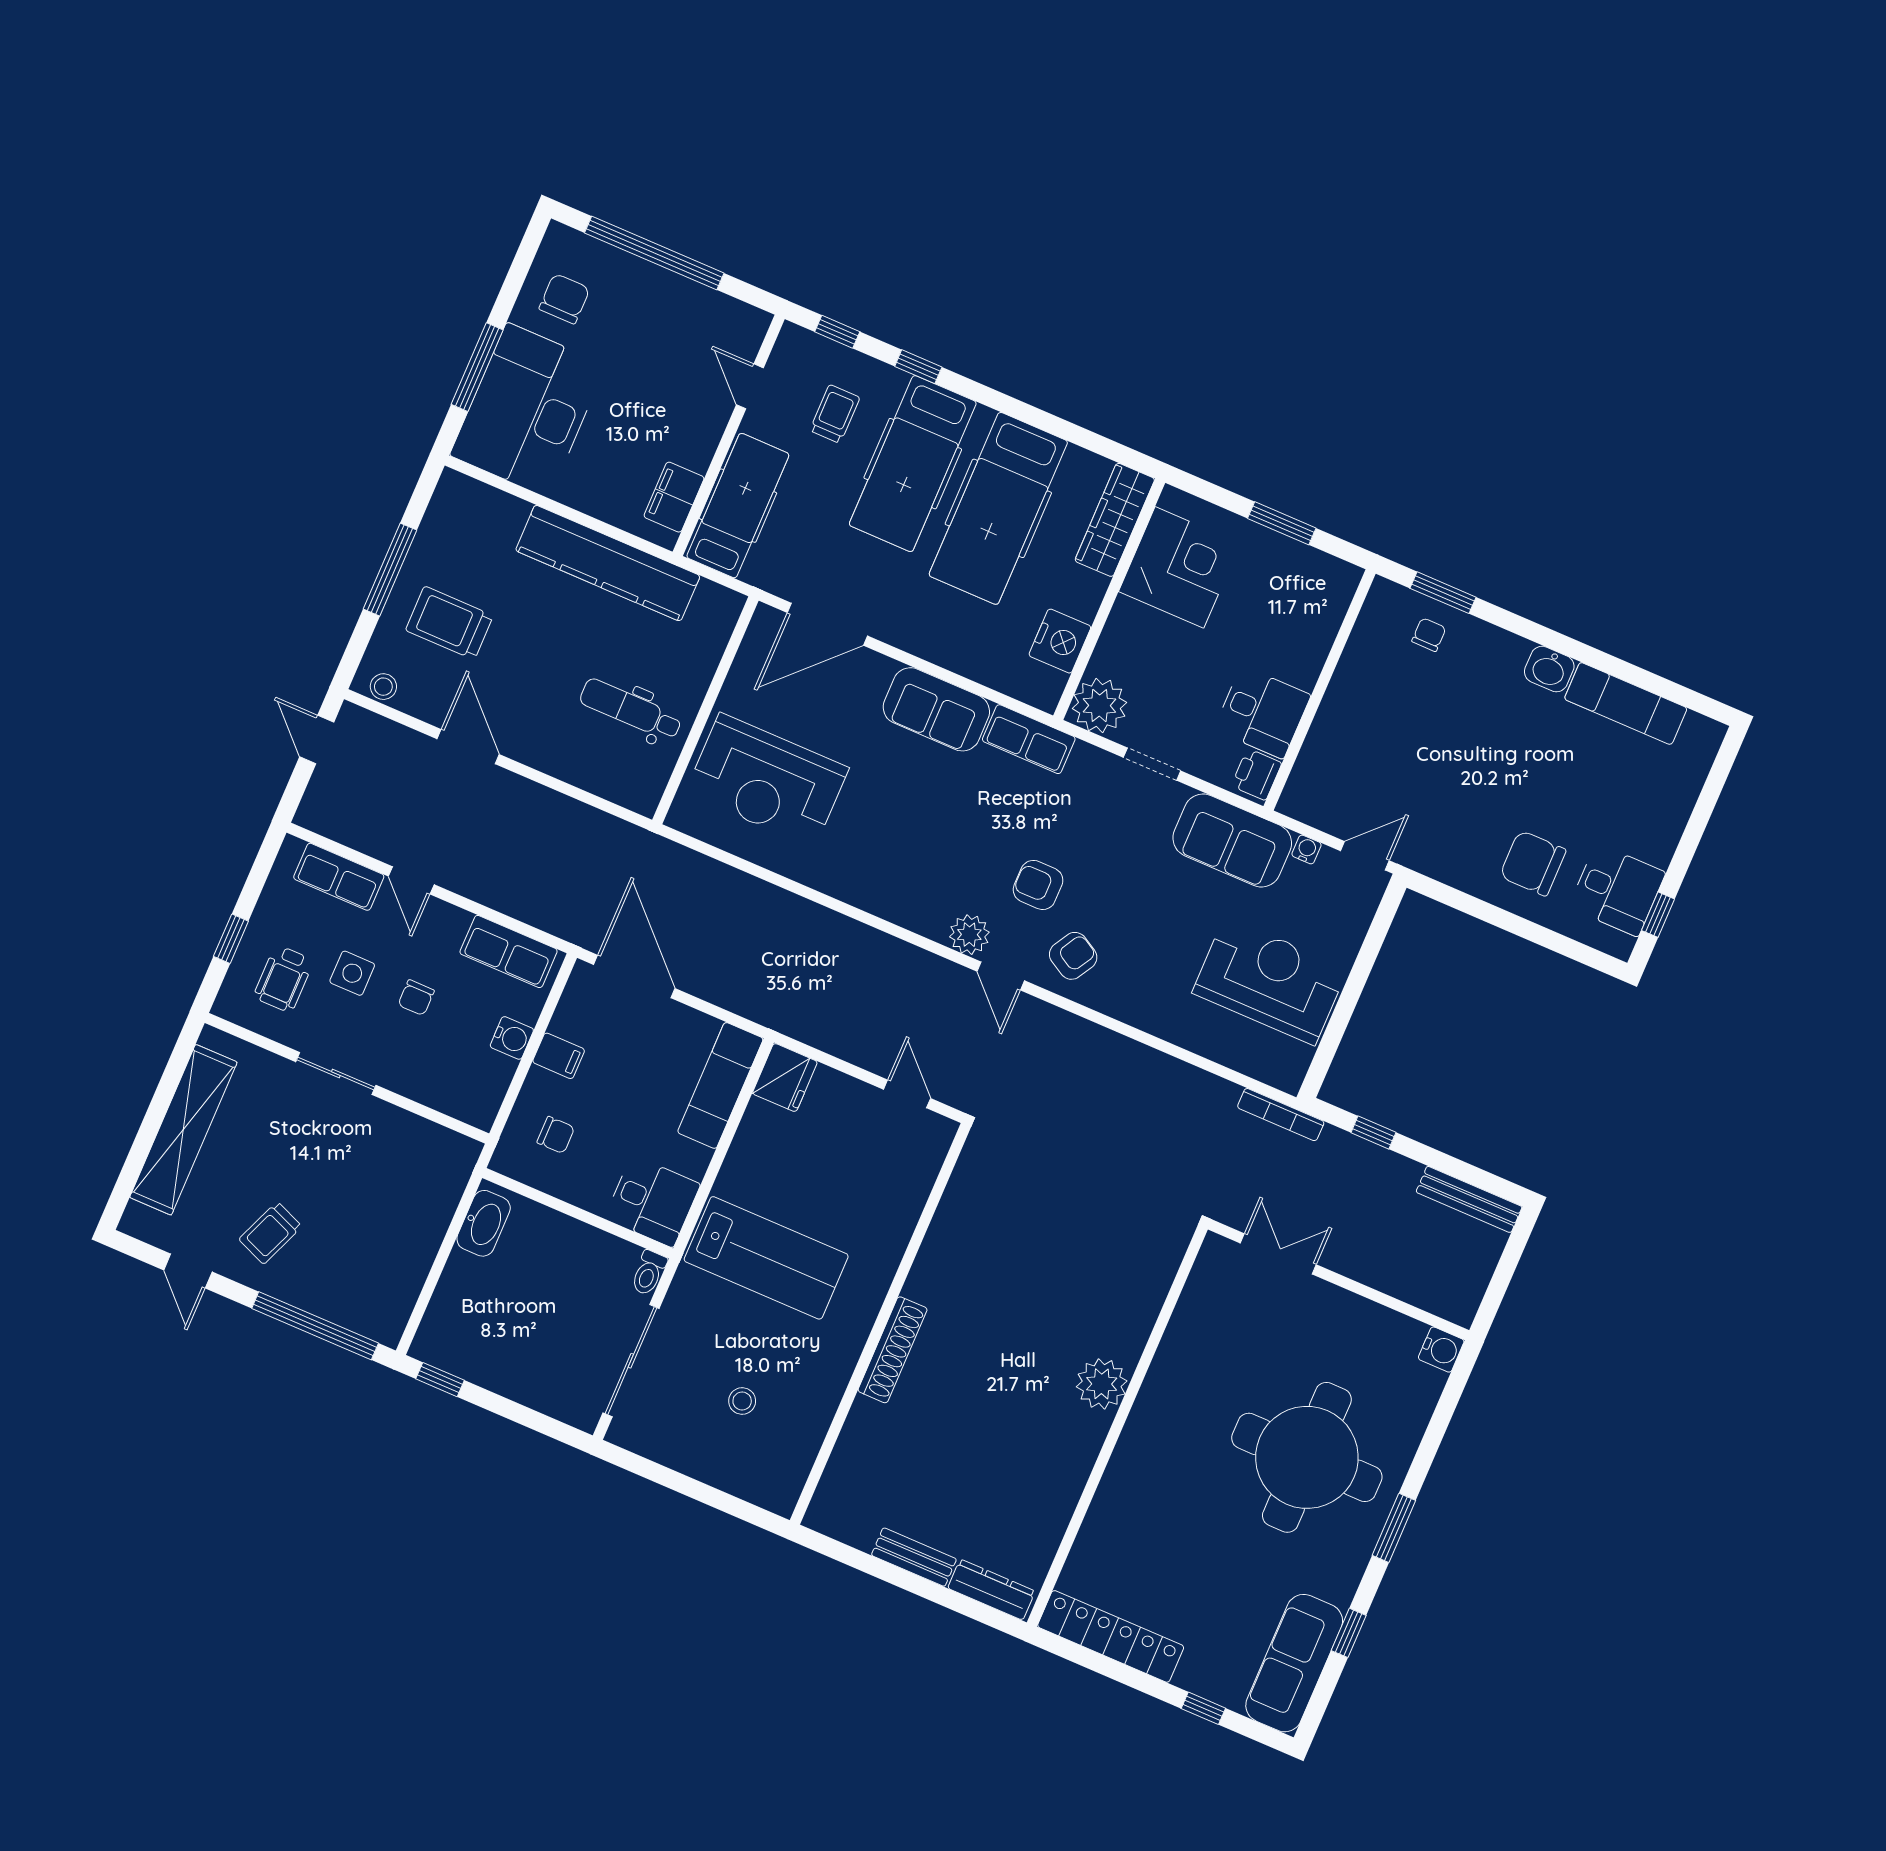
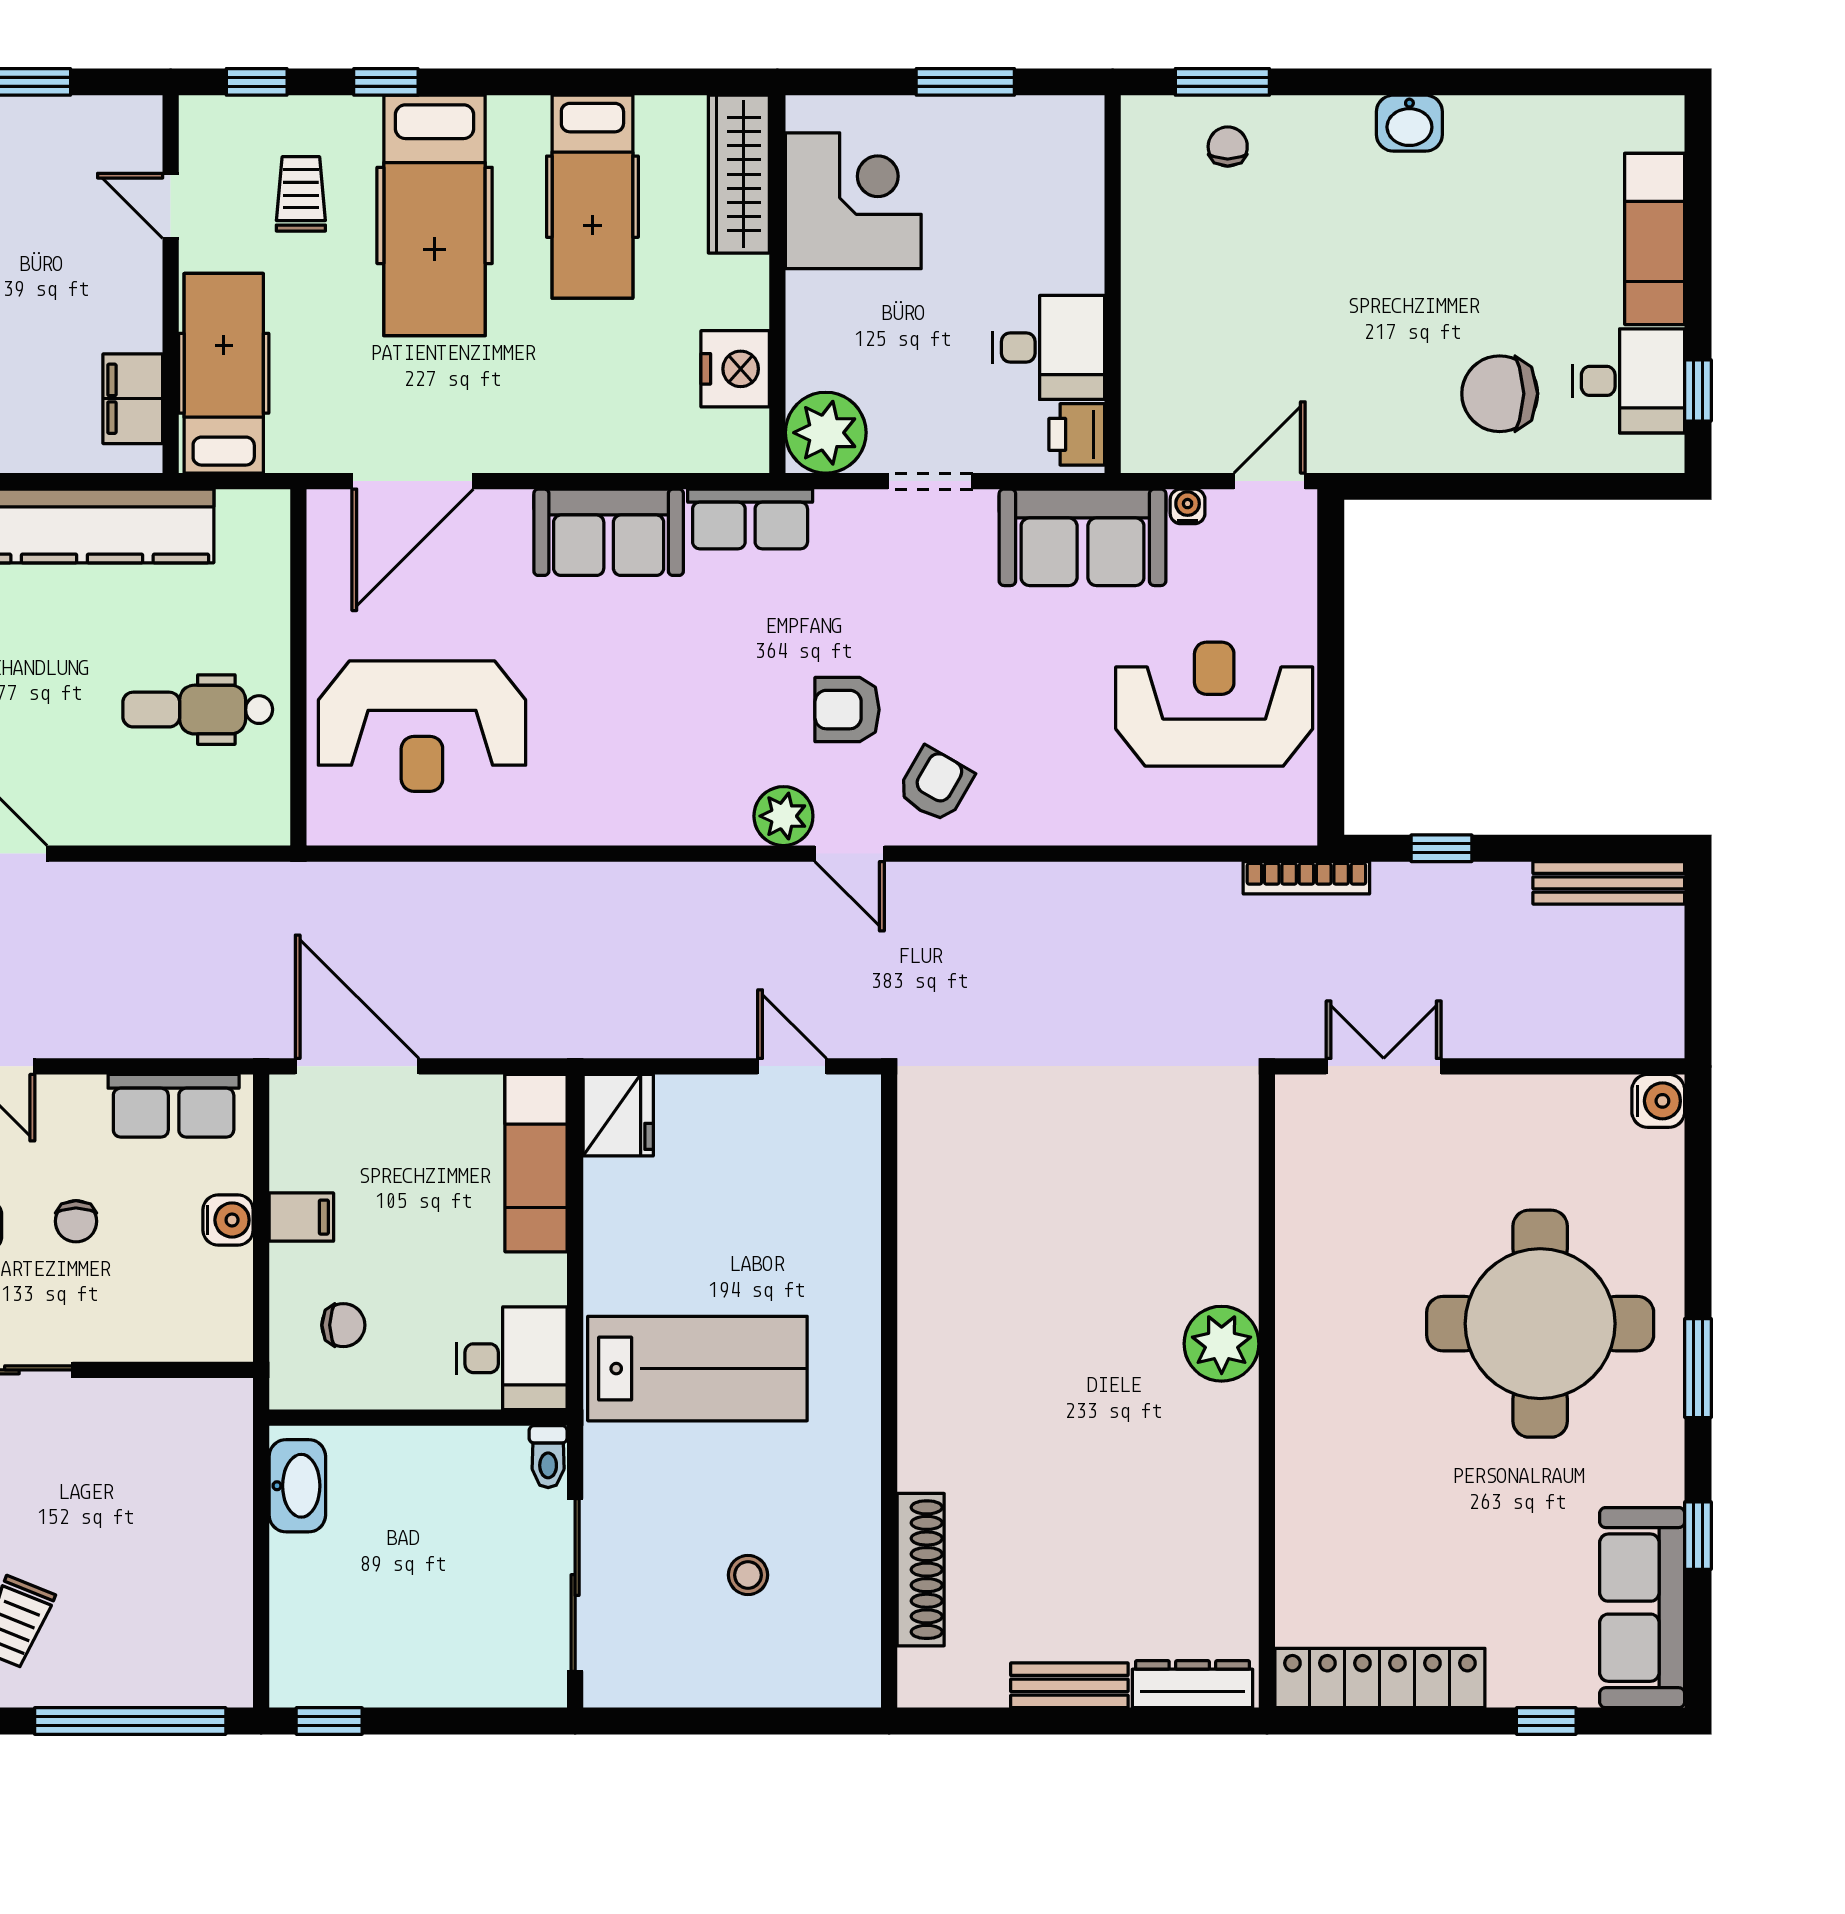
hospital bed: (998, 508) -> (592, 197), width x0.73, depth x0.78
exam couch: (1626, 704) -> (1655, 239), moved, turned 90
shoe rack: (893, 1350) -> (921, 1570), moved

